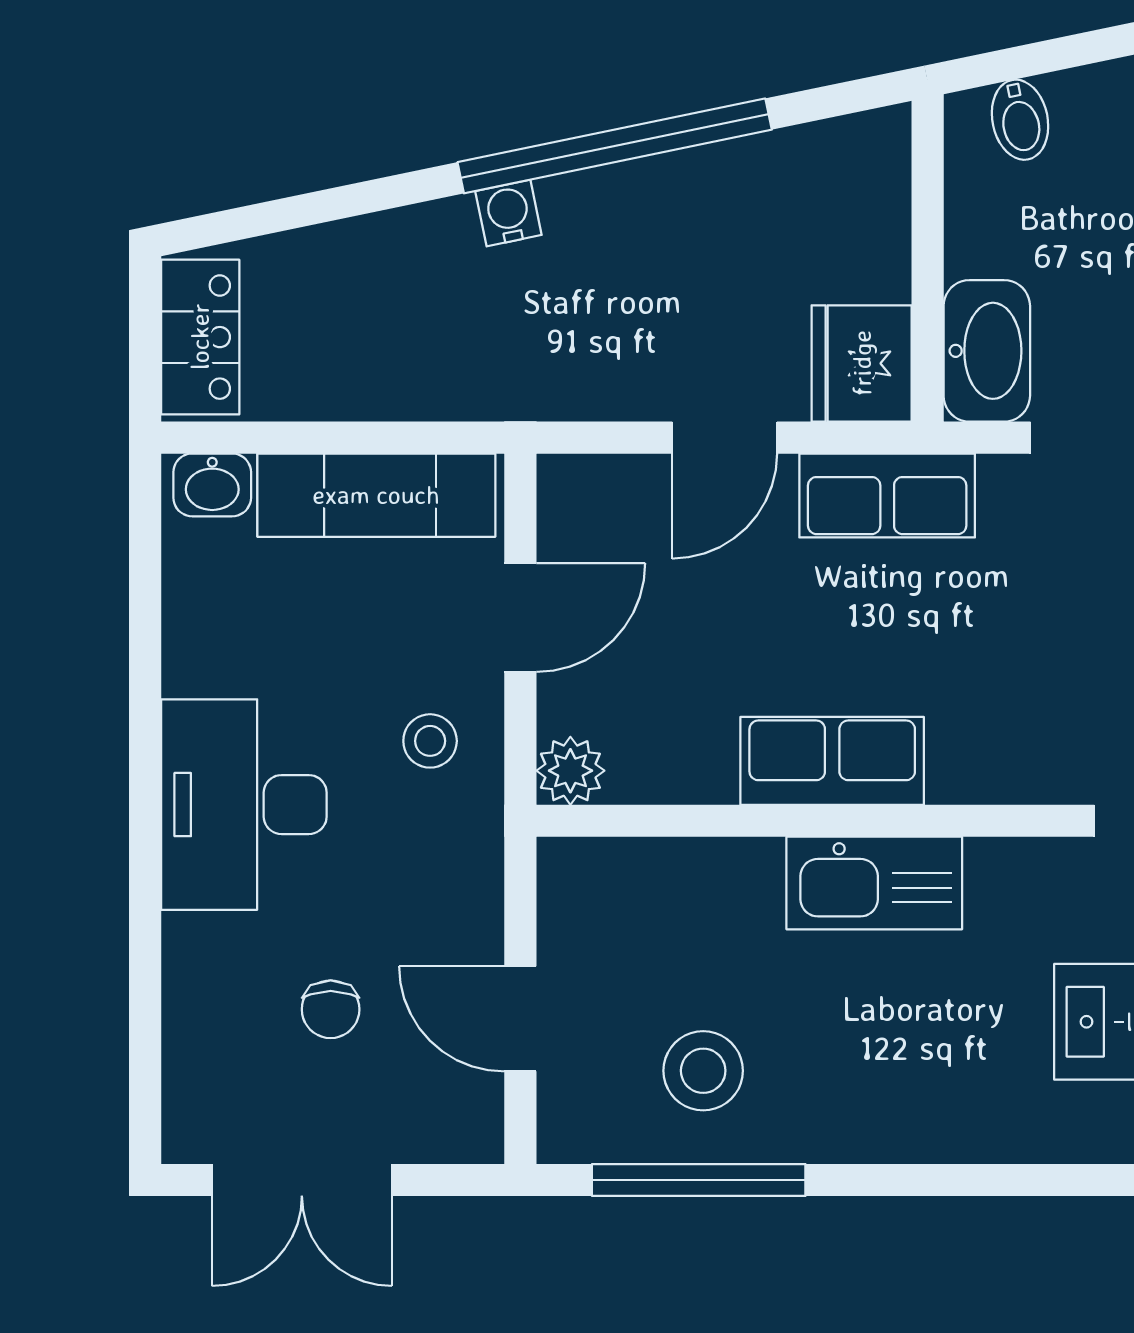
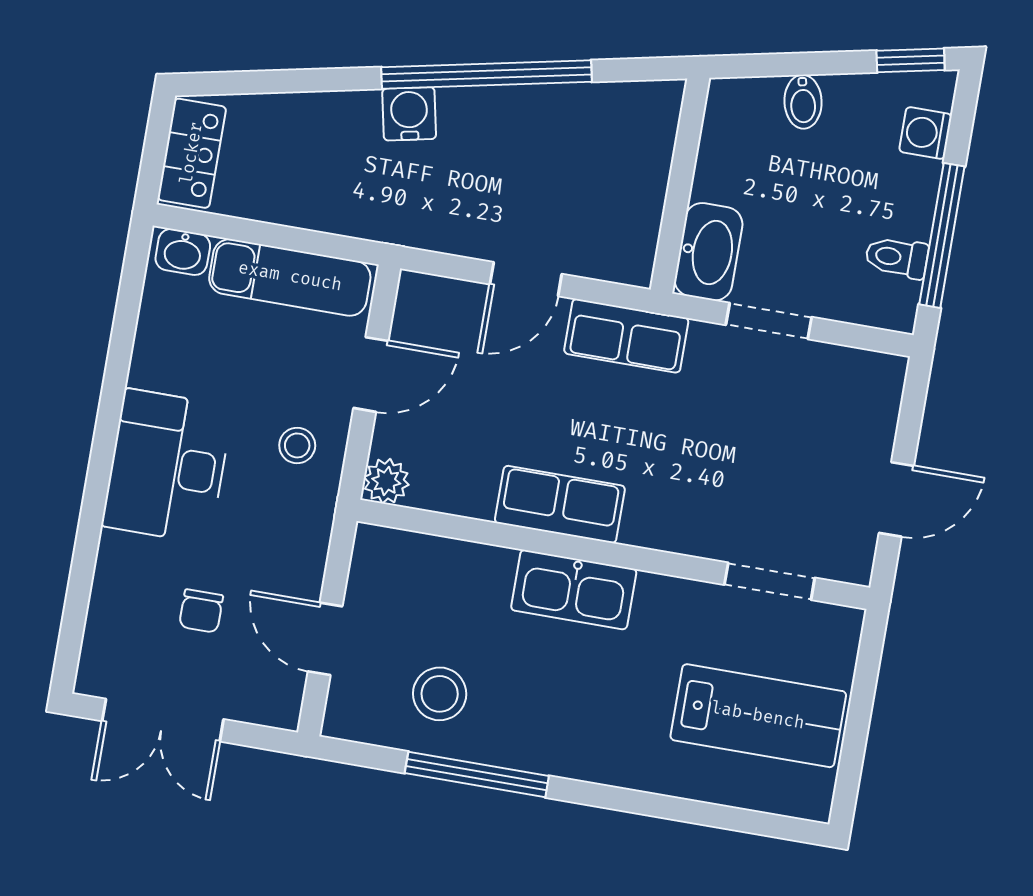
bidet: (1020, 120) -> (803, 102), moved
water cooler: (508, 213) -> (409, 114), width x1.38, depth x1.38
fridge: (862, 363) -> (624, 246), removed
window: (699, 1180) -> (477, 774), moved

